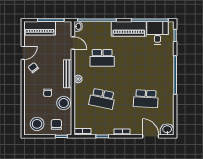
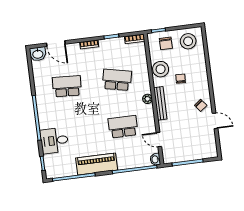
piano: (40, 28) -> (199, 152), removed
desk: (157, 33) -> (54, 141), moved, turned 90
door: (23, 53) -> (215, 121), swing flipped

